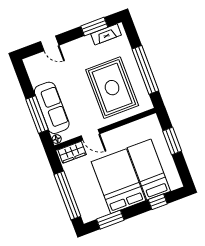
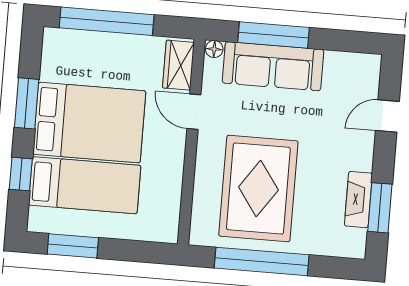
fireplace: (106, 34) -> (358, 200), moved
rug: (112, 88) -> (258, 189), turned 90
door: (90, 135) -> (194, 112), hinge flipped
window: (172, 141) -> (73, 246), moved
window: (110, 220) -> (27, 103), moved

